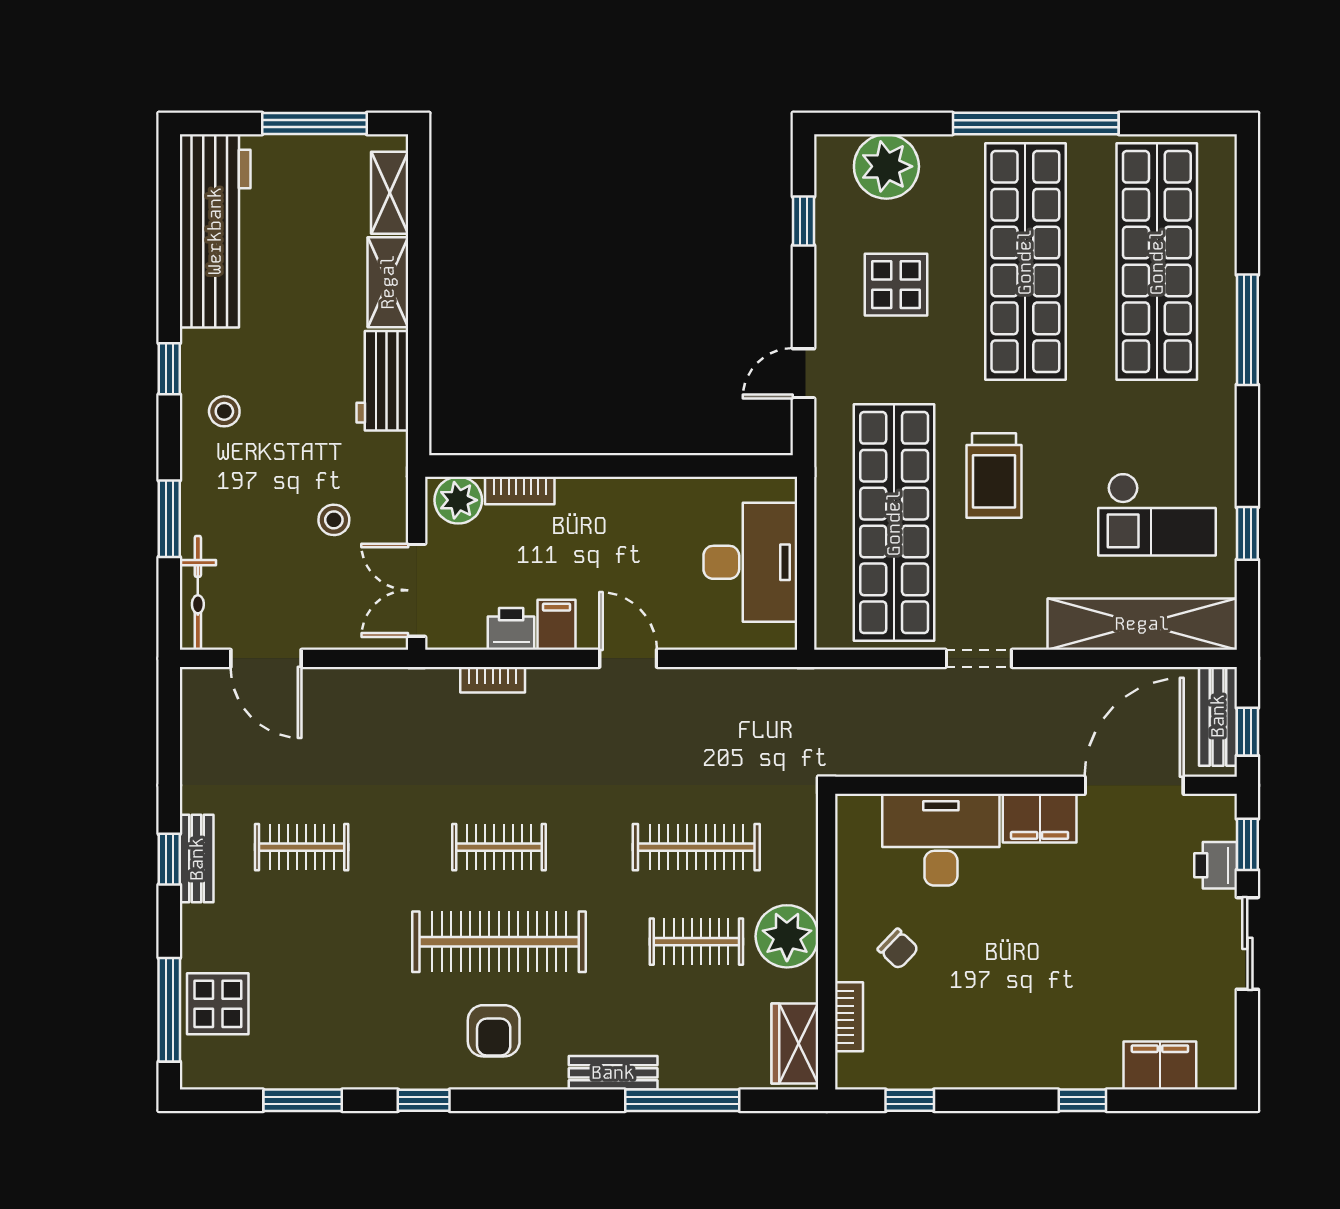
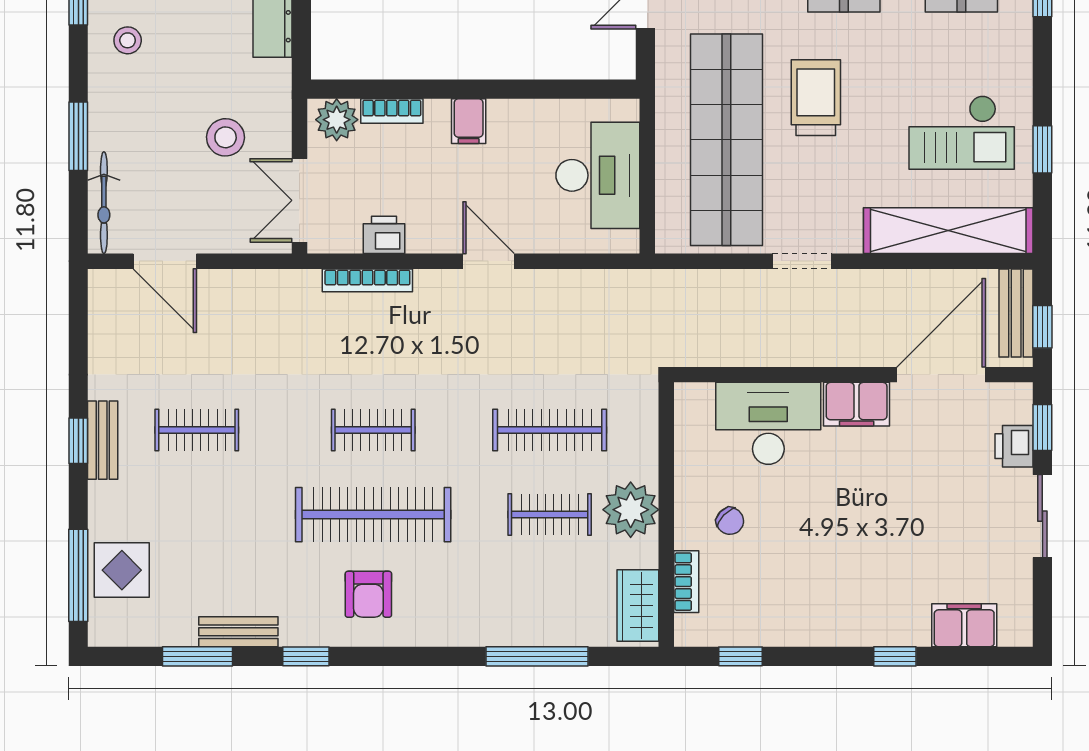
trolley: (994, 475) -> (816, 98), turned 180
stool: (334, 520) -> (226, 137), width x1.37, depth x1.37
filing cabinet: (557, 625) -> (469, 121), moved, turned 180
bookcase: (493, 680) -> (367, 280), width x1.56
bench: (613, 1073) -> (238, 632), moved

